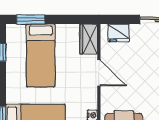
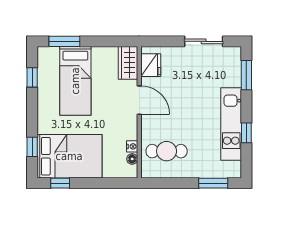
fridge: (119, 33) -> (151, 65), moved, turned -90

